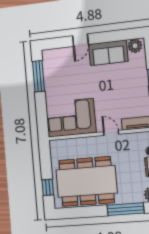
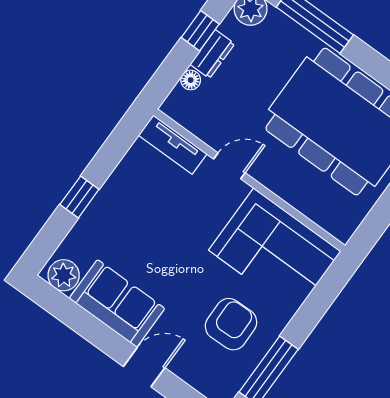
armchair: (64, 80) -> (231, 324), added
door: (111, 133) -> (229, 166), swing flipped

